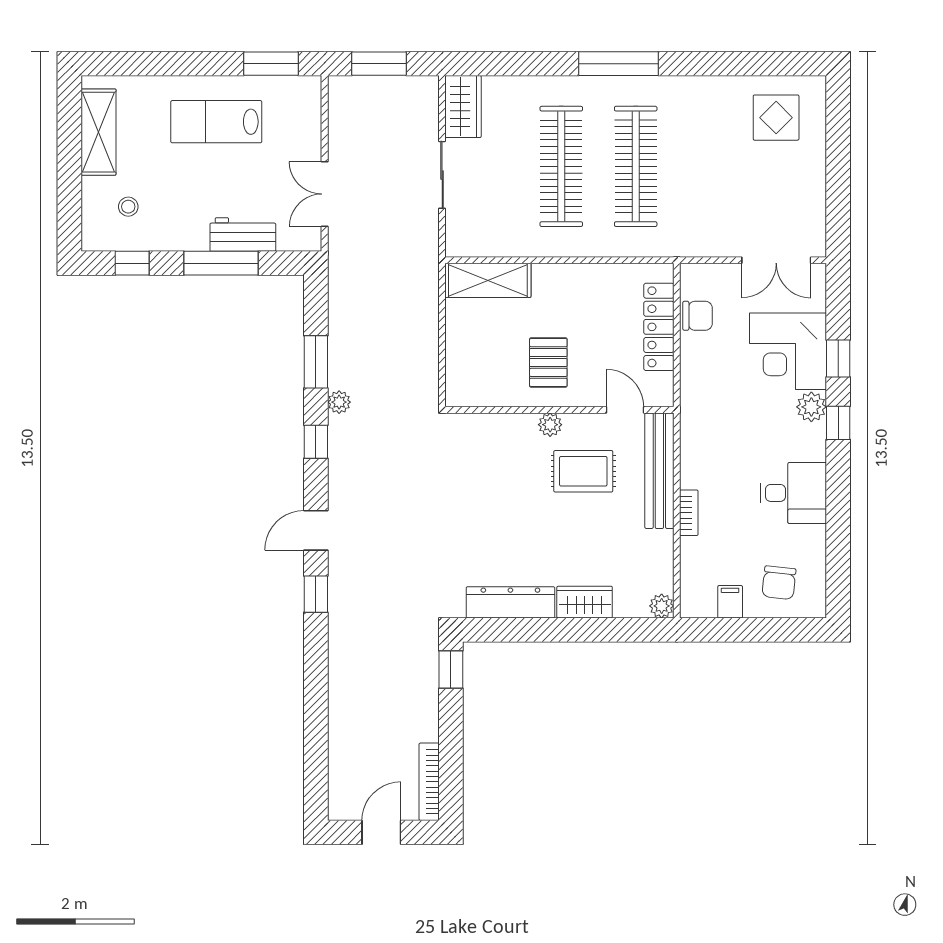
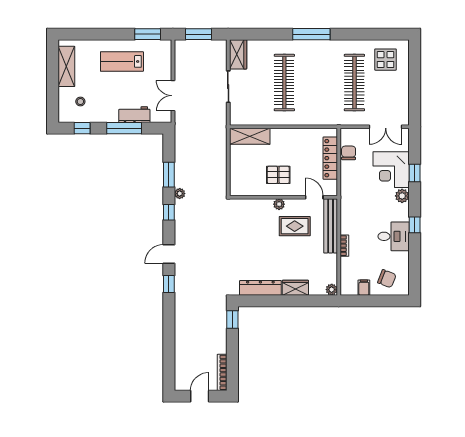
clothes rail: (636, 166) -> (354, 83), moved
chair: (698, 316) -> (349, 153), turned -90
pallet: (548, 362) -> (278, 175), turned 90
window: (838, 423) -> (415, 225), moved
chair: (779, 583) -> (387, 279), turned -75

